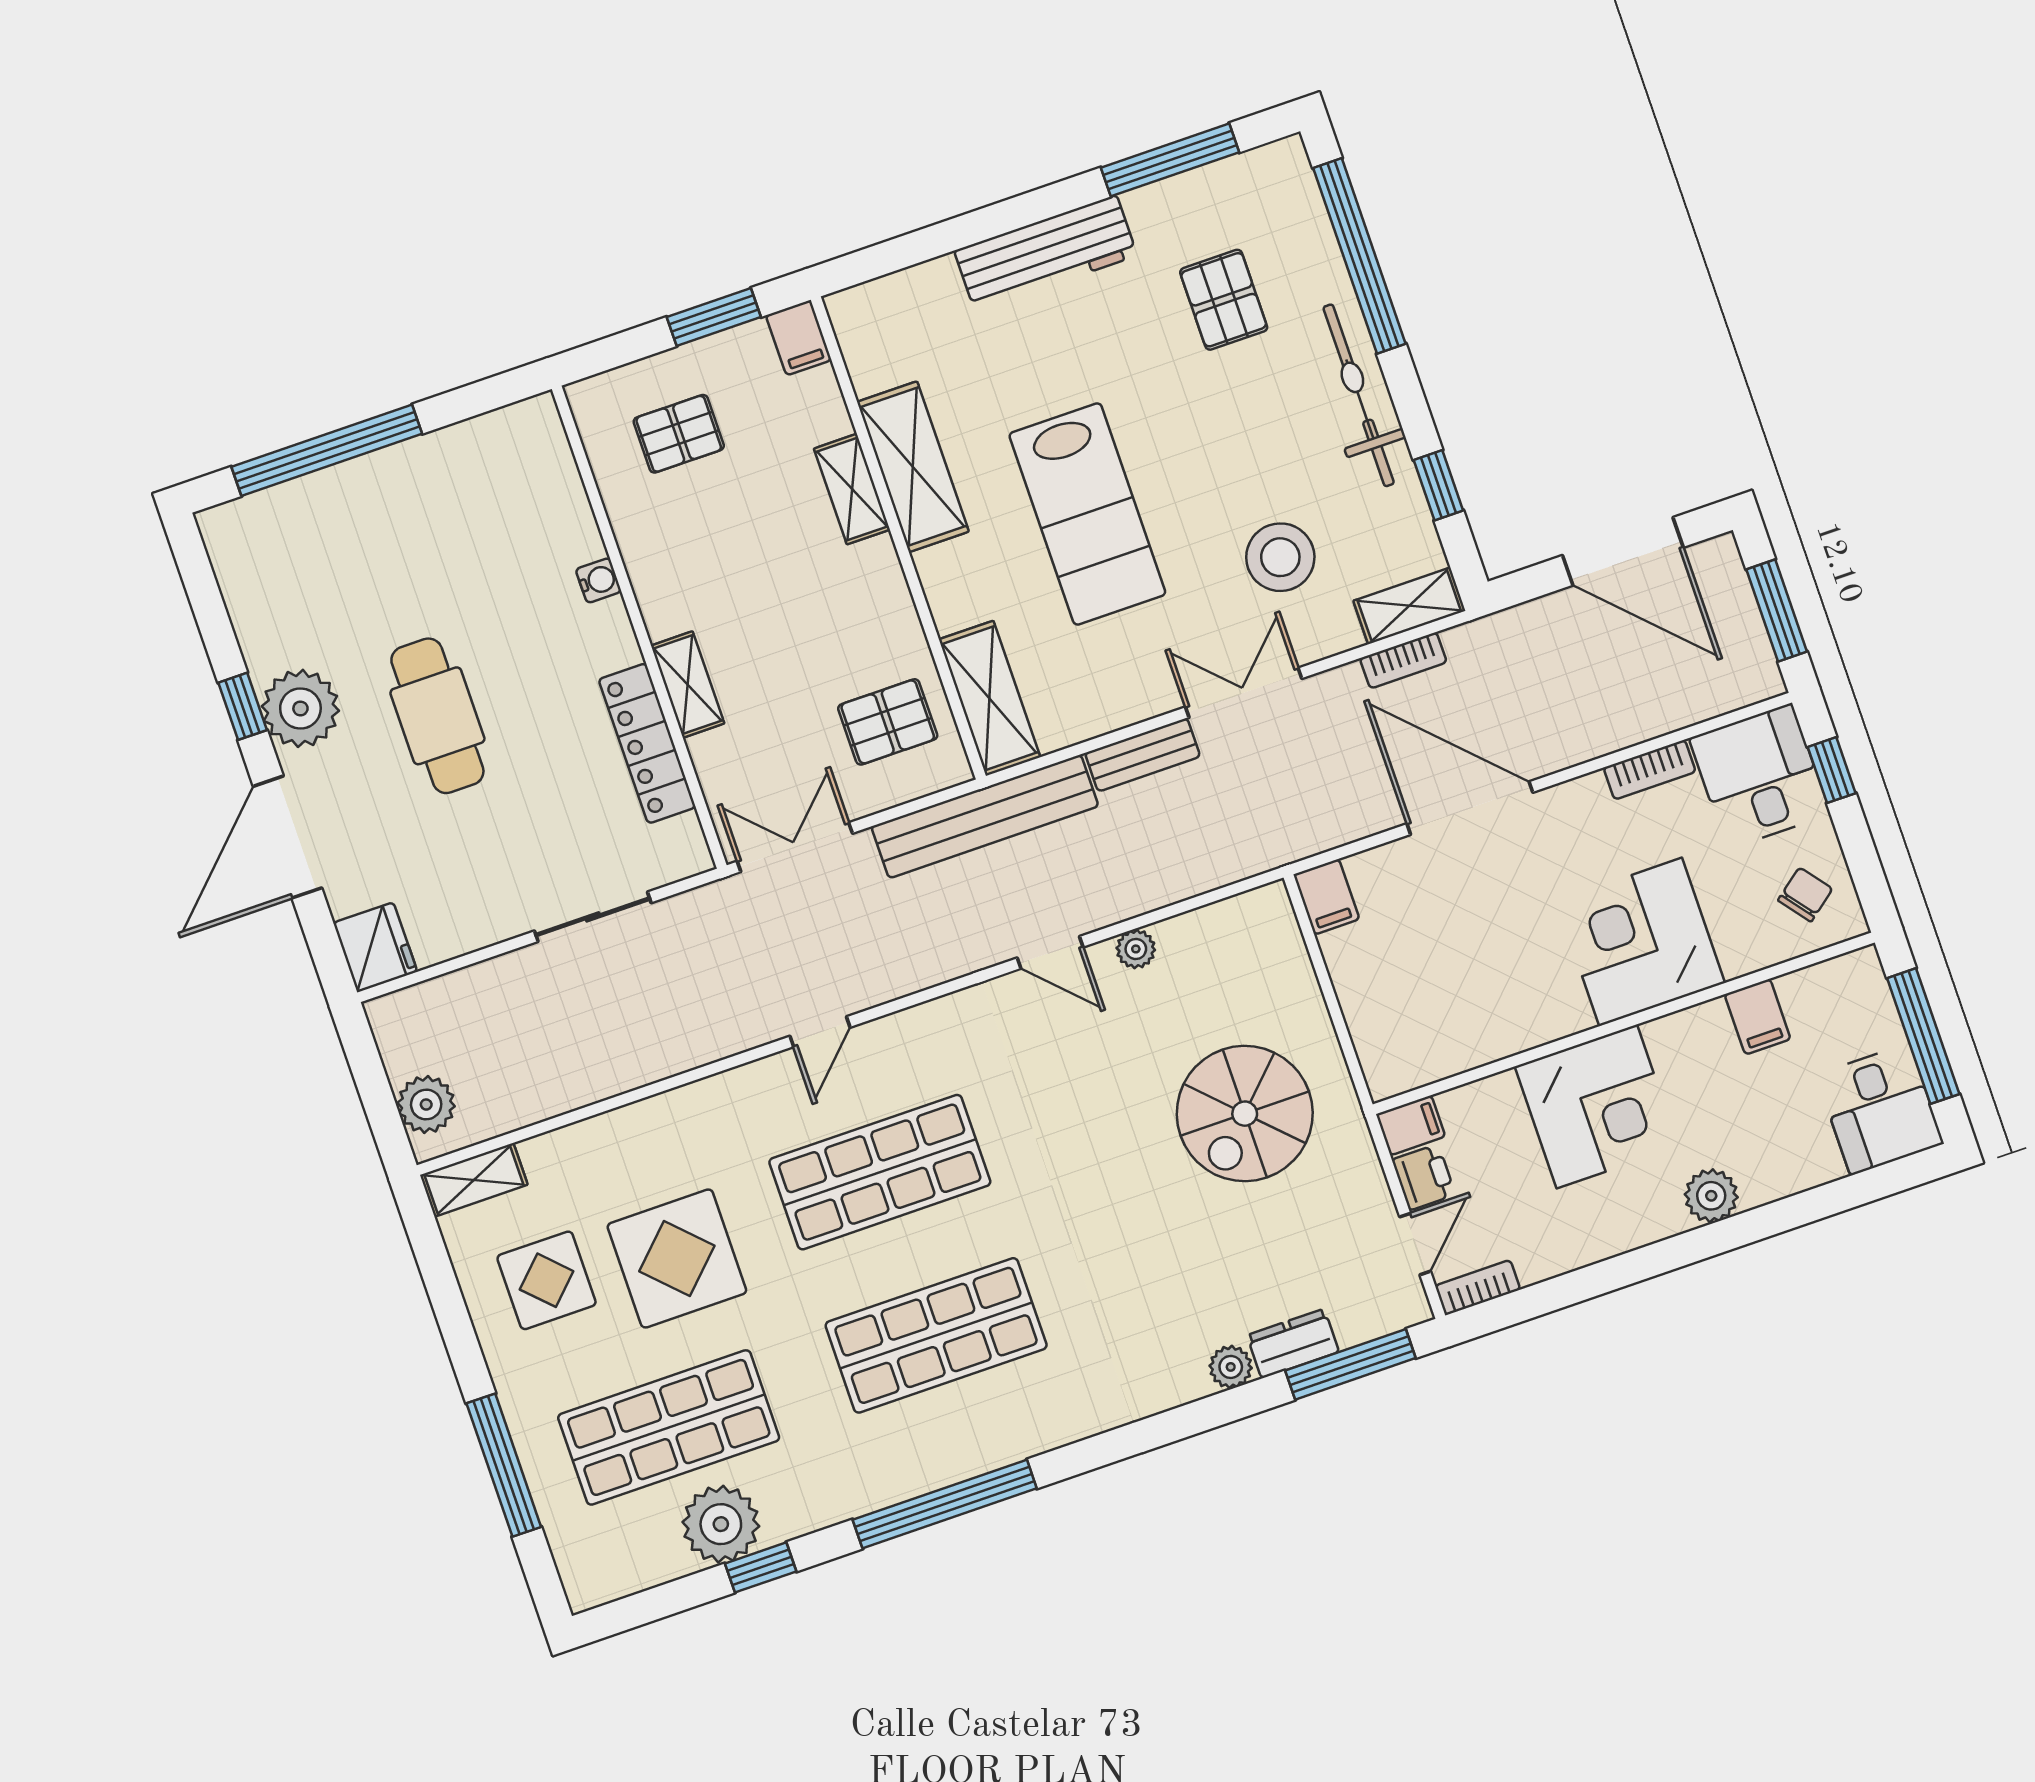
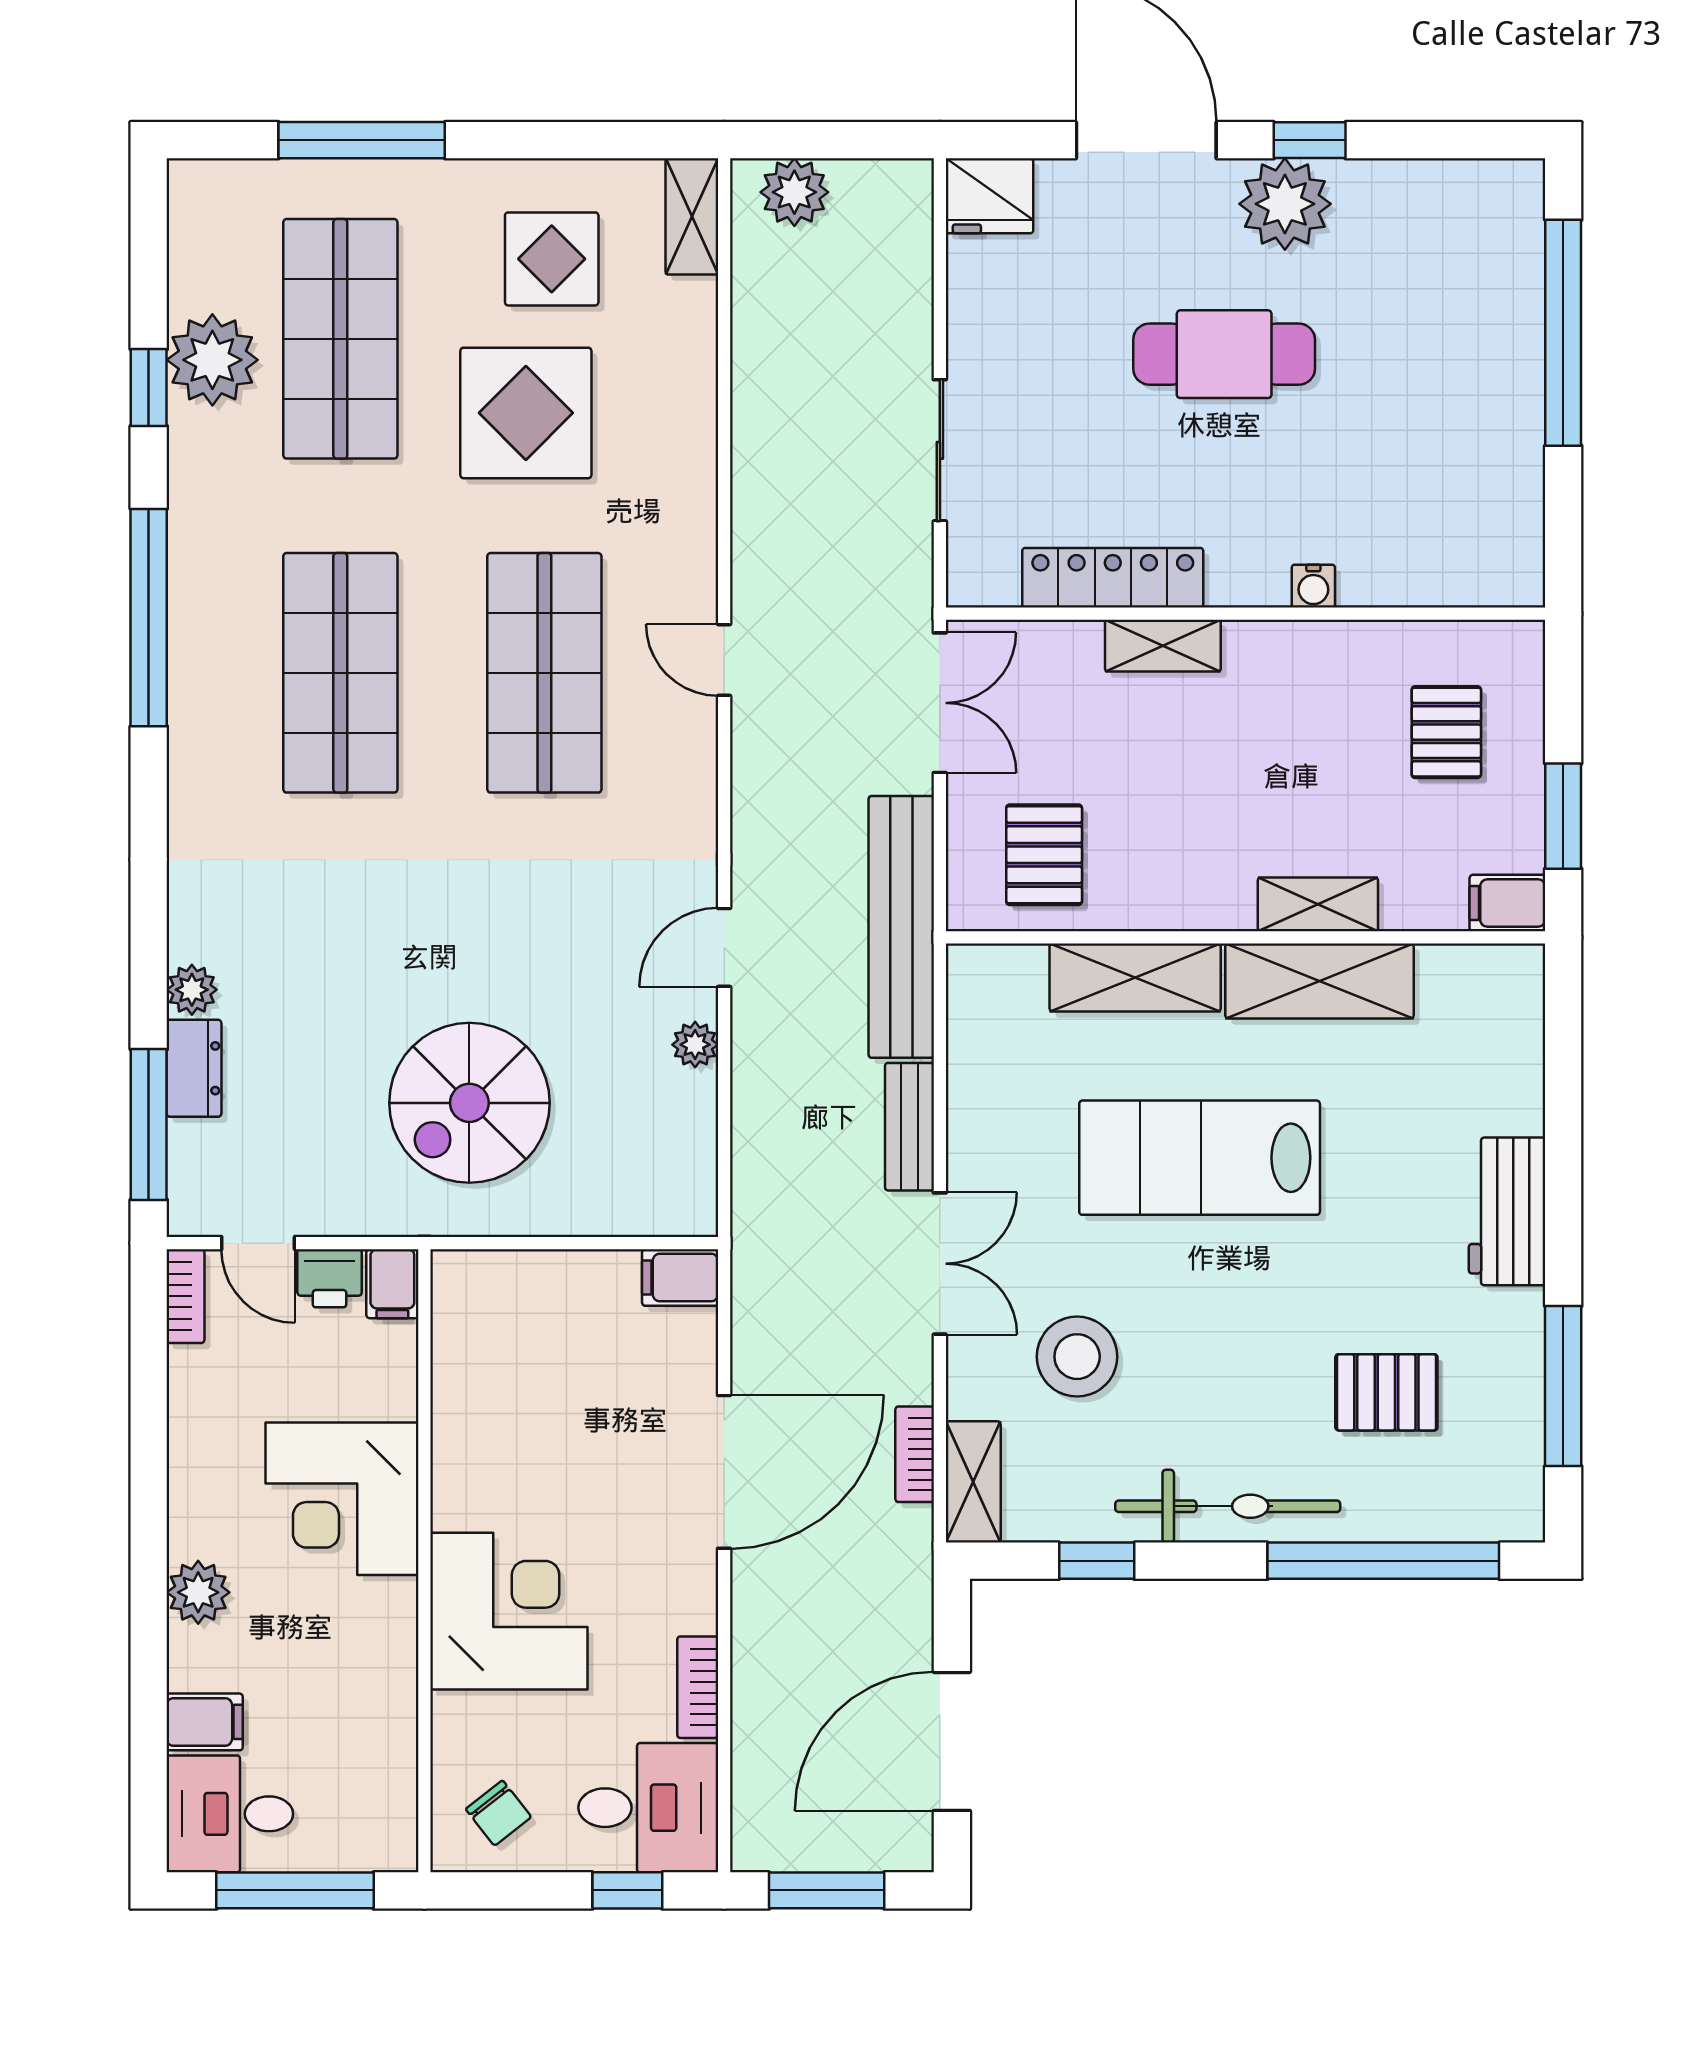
workbench: (1046, 253) -> (1507, 1211), width x0.73
shelving: (990, 698) -> (1135, 978), moved
filing cabinet: (1758, 1017) -> (205, 1722), moved, turned 180
spiral stairs: (1245, 1114) -> (469, 1103), turned -90

